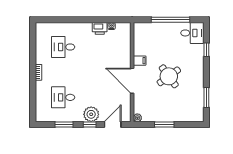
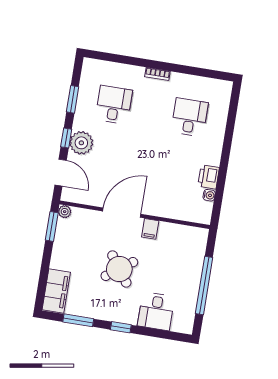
desk: (192, 33) -> (156, 311), moved
window: (206, 50) -> (121, 327), moved
filing cabinet: (190, 115) -> (56, 291), added
window: (164, 125) -> (52, 226), moved

